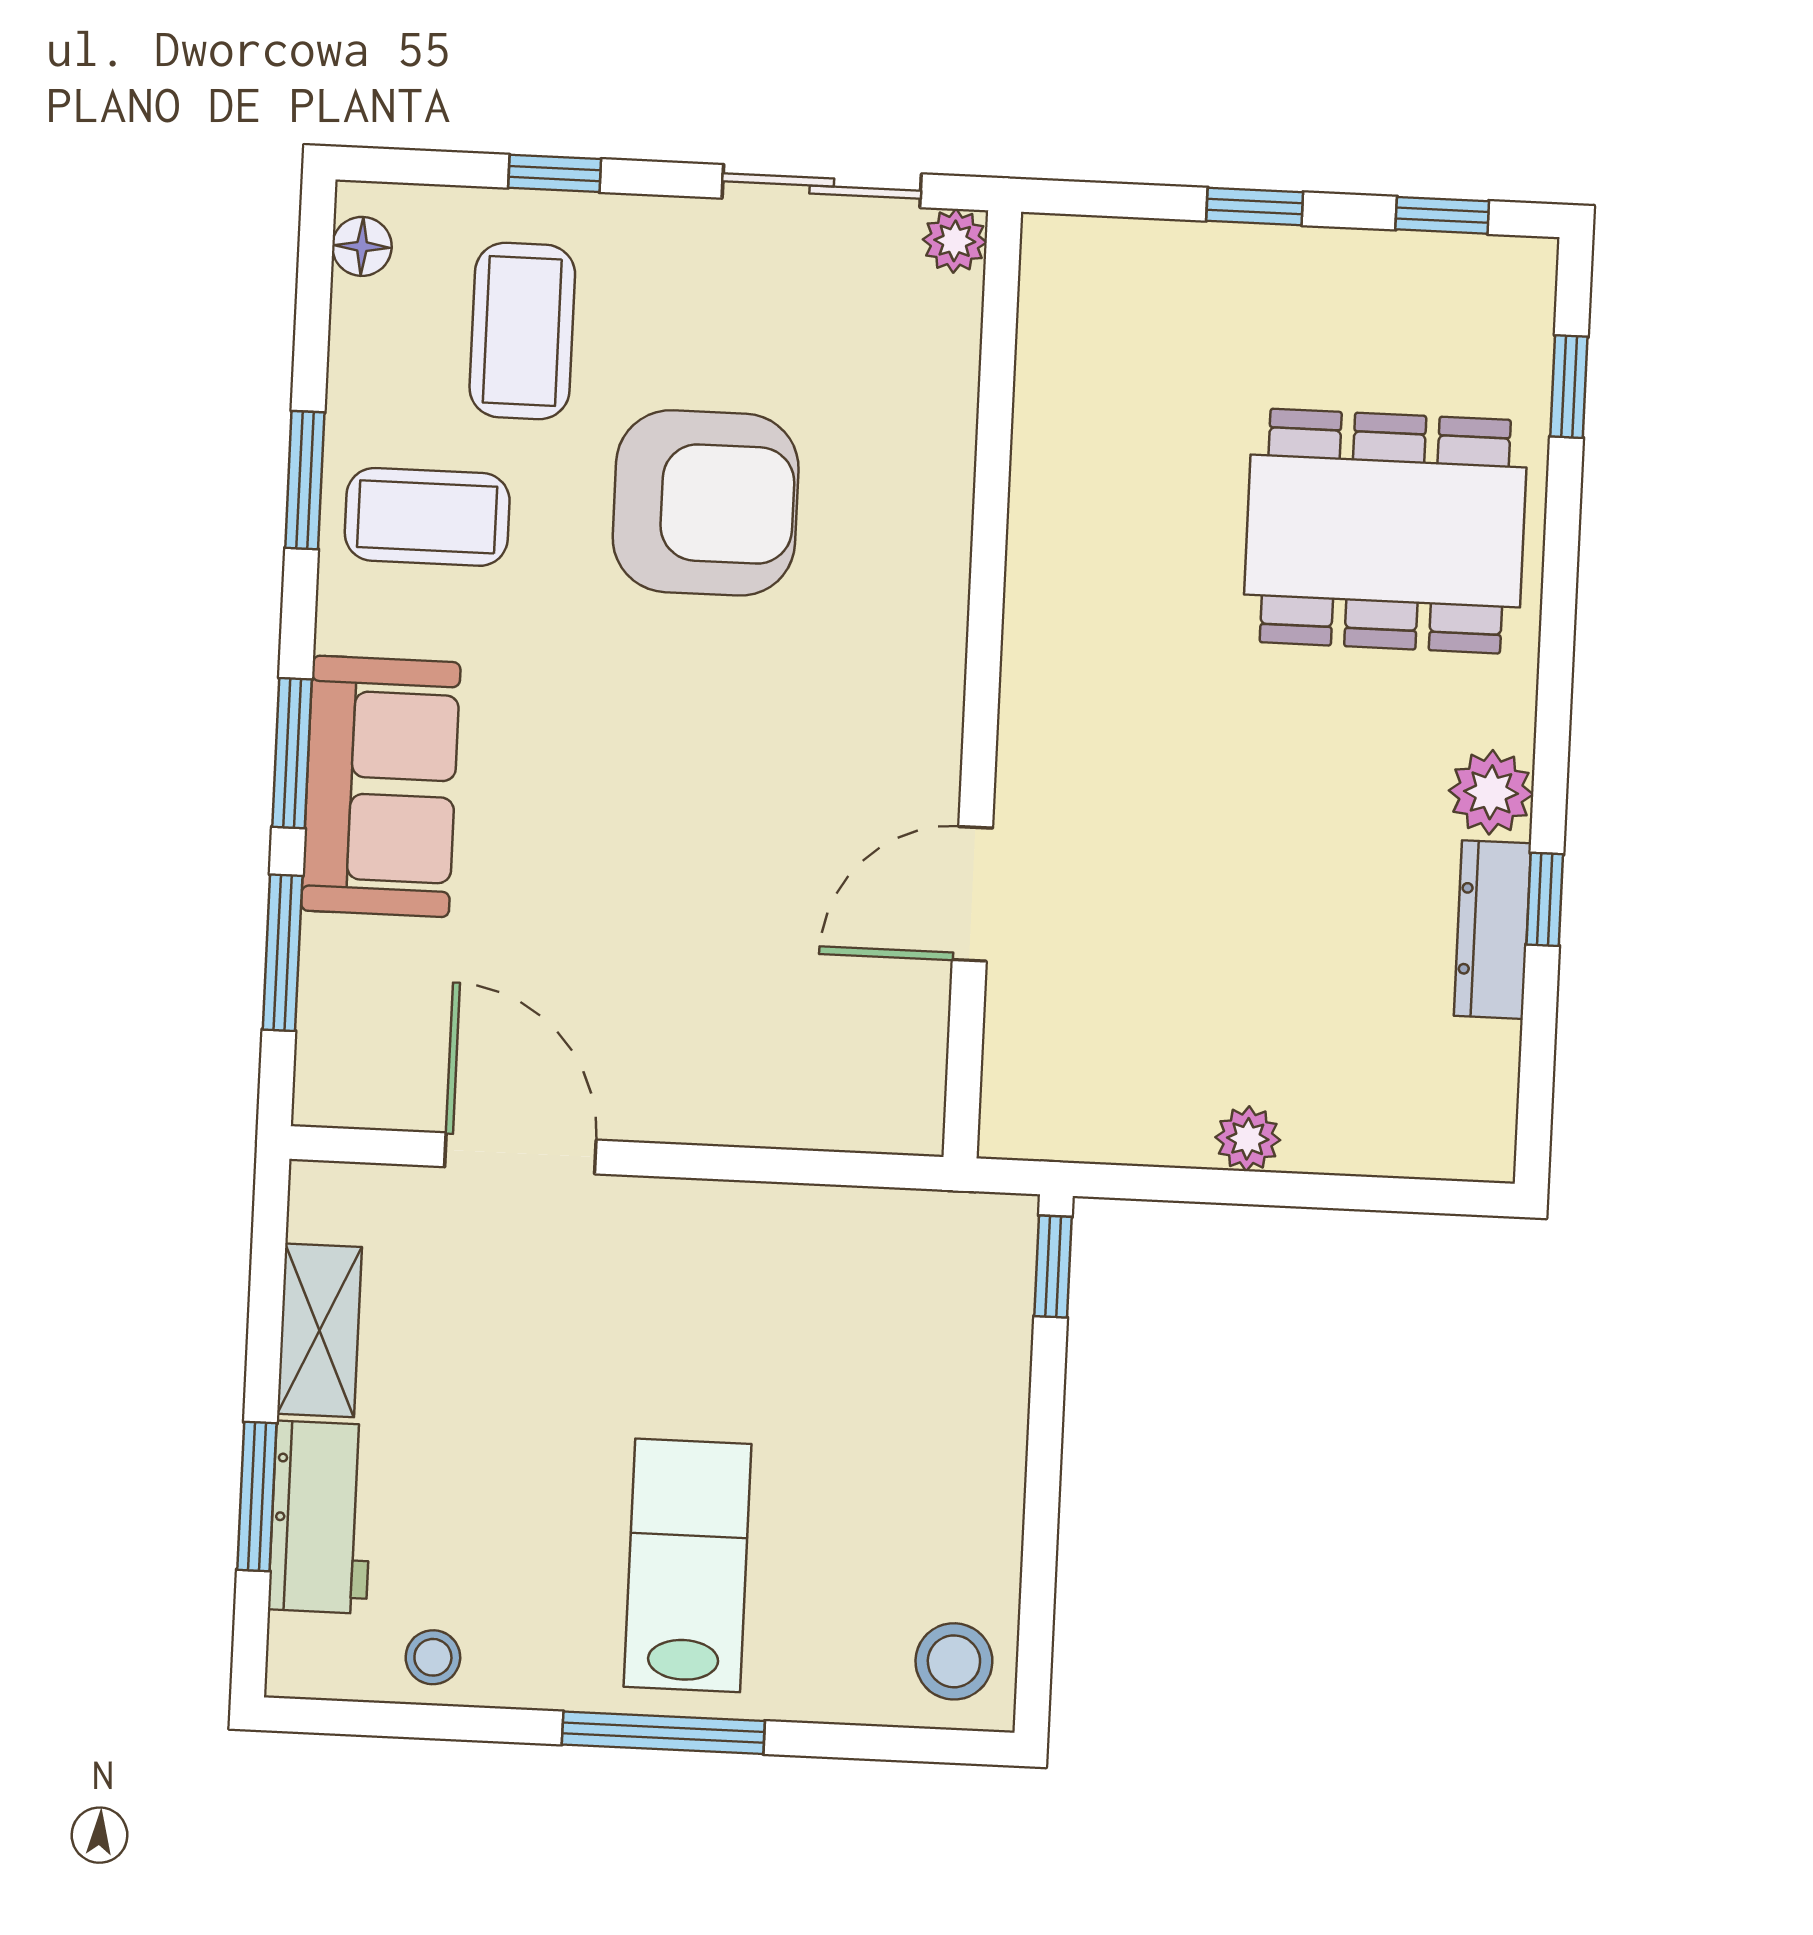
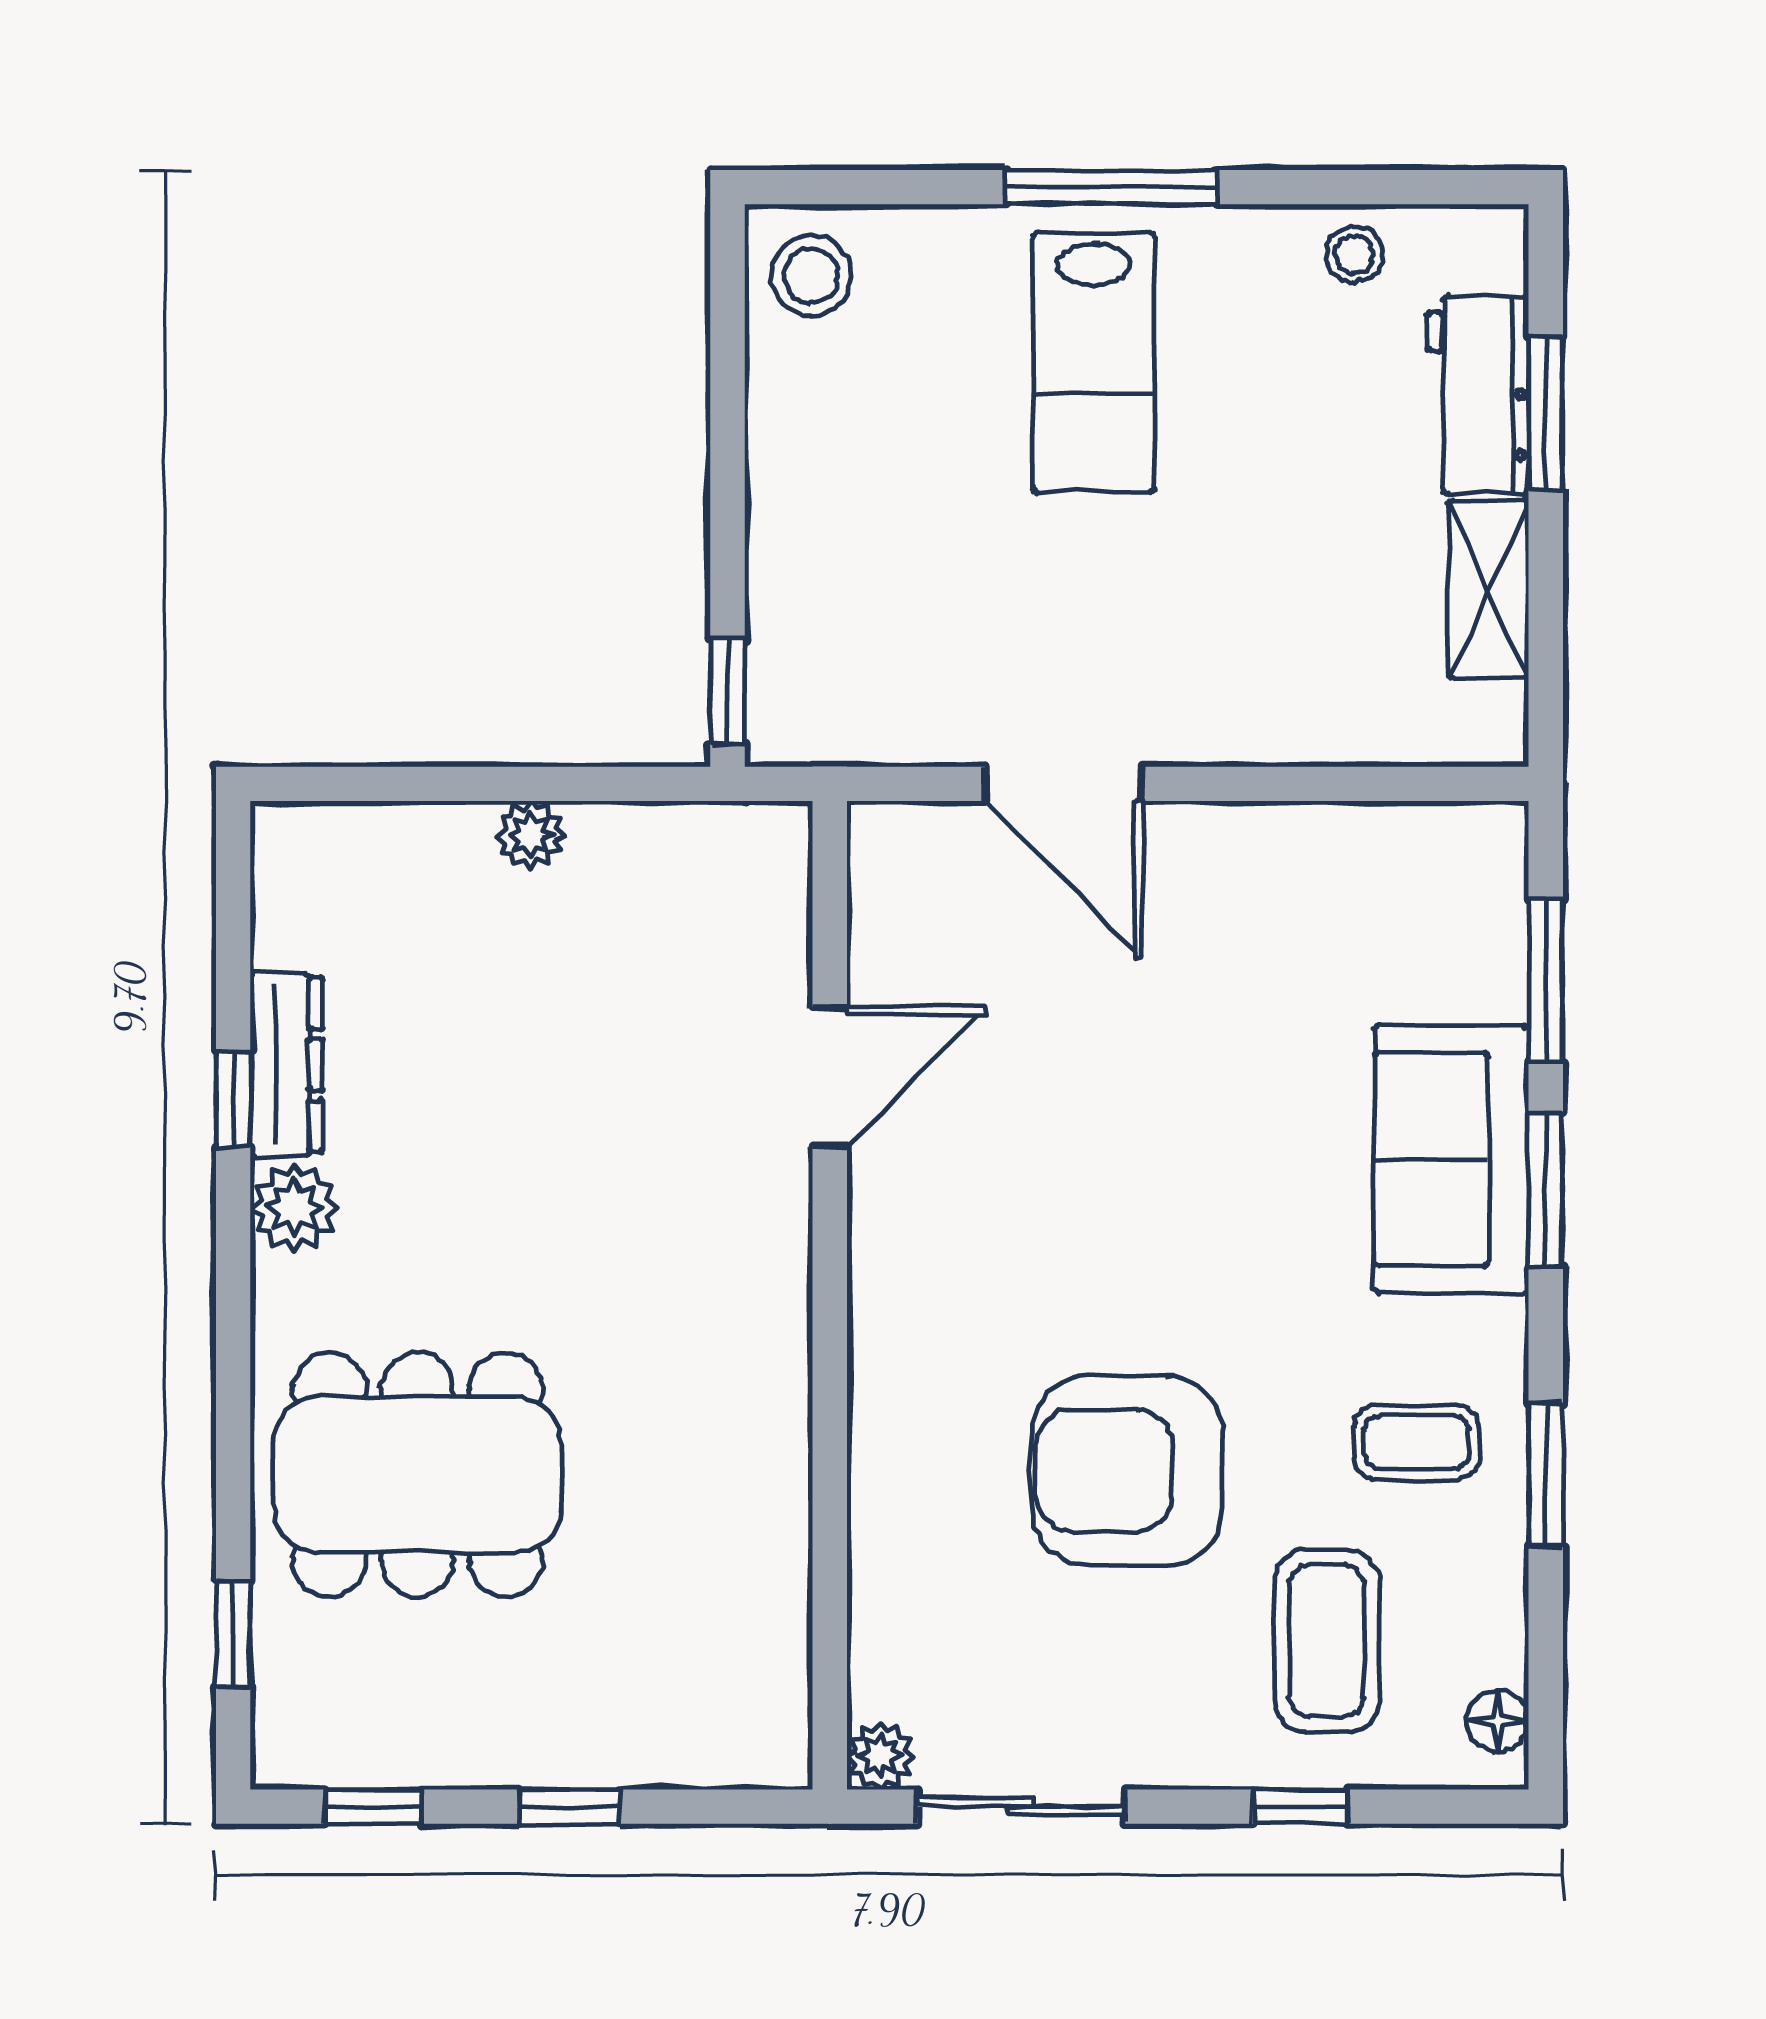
coffee table: (427, 517) -> (1416, 1442), width x0.73, depth x0.77
door: (520, 1153) -> (1063, 784), moved

